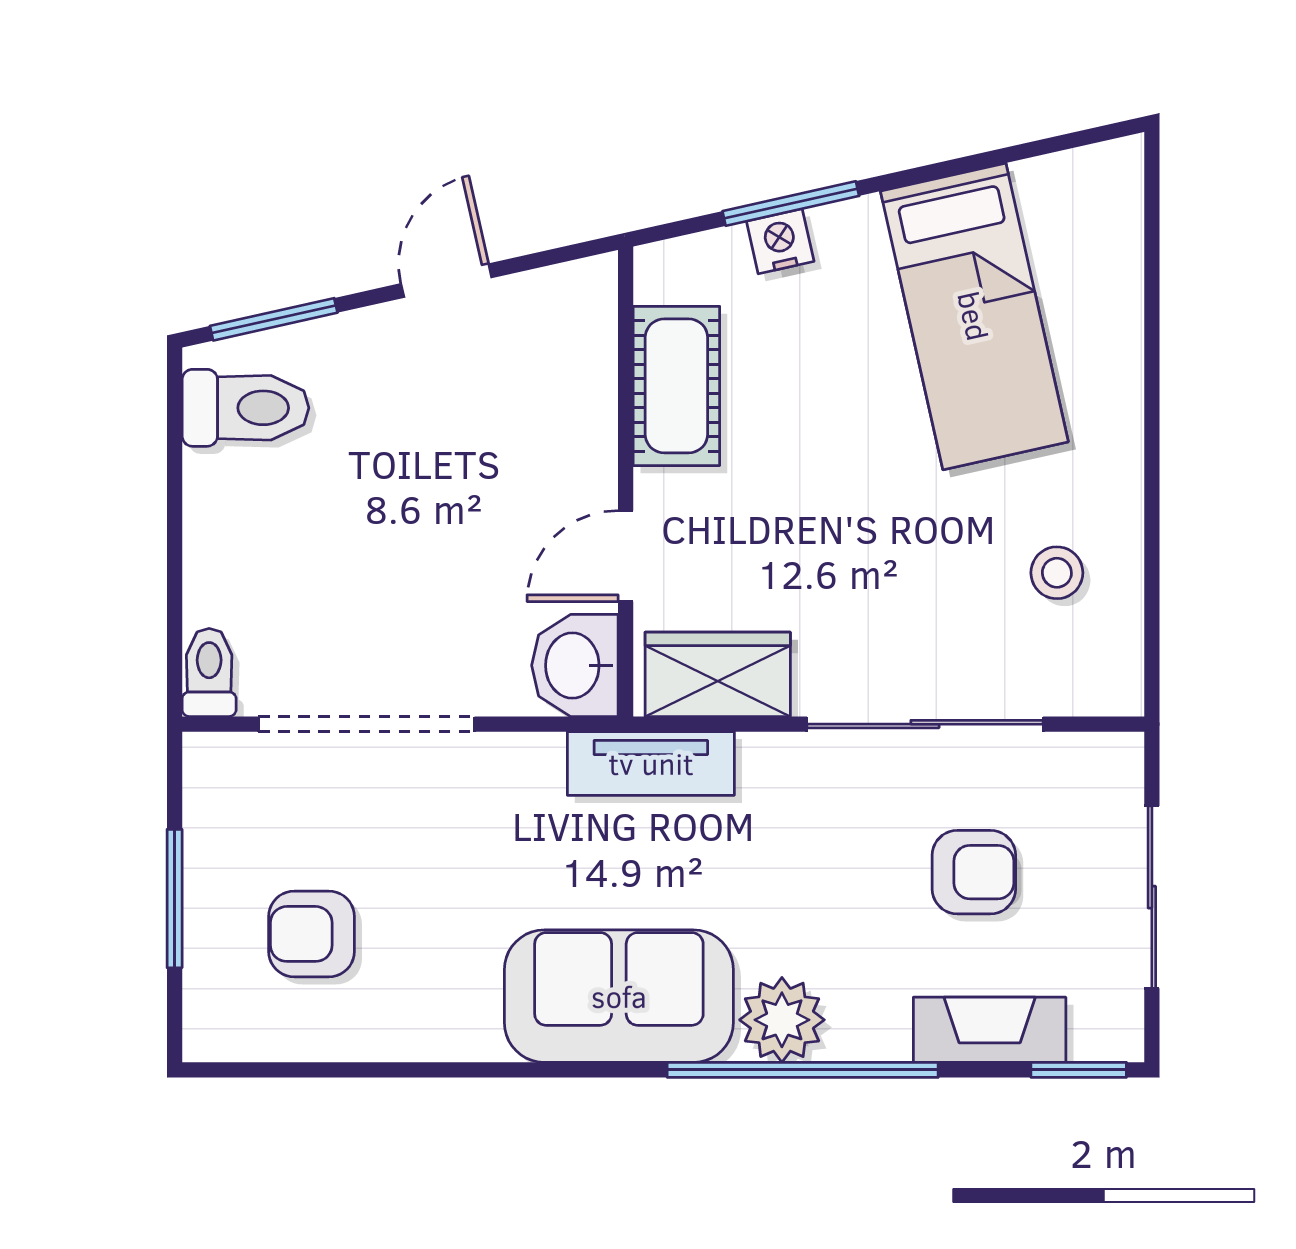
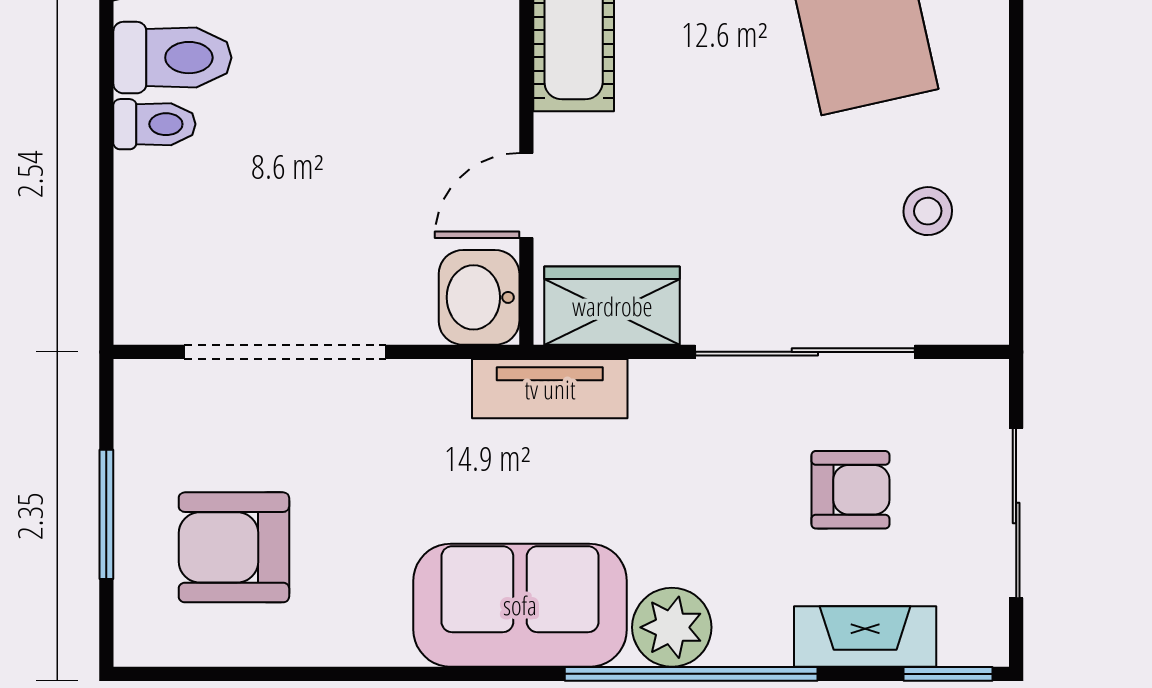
toilet: (209, 672) -> (154, 124), moved, turned 90
armchair: (312, 934) -> (234, 547), width x1.38, depth x1.38

